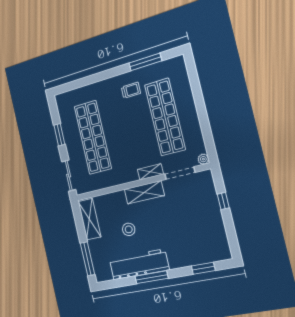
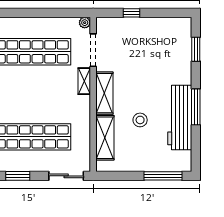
shelving: (89, 219) -> (105, 138), moved, turned 90

